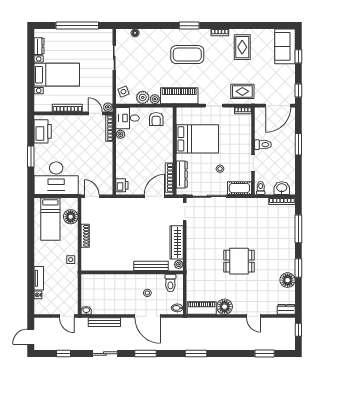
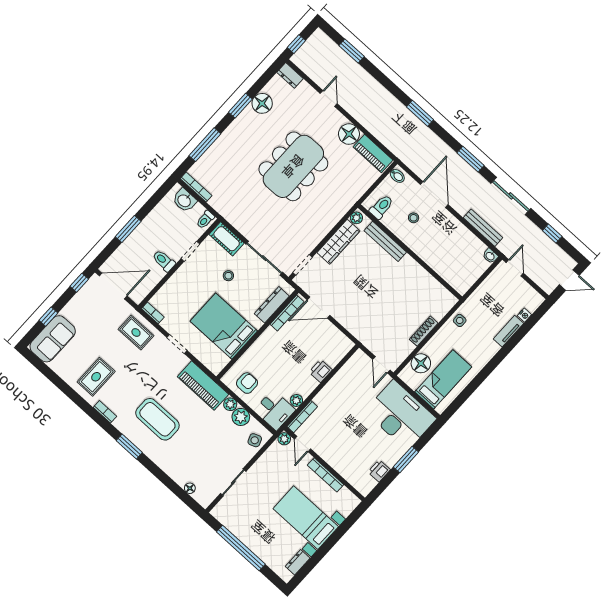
printer: (43, 131) -> (379, 471), width x0.53, depth x0.68
printer: (122, 185) -> (321, 371), moved
dining table: (239, 261) -> (293, 166), width x1.87, depth x1.24
sliding door: (105, 354) -> (511, 196), width x1.37

